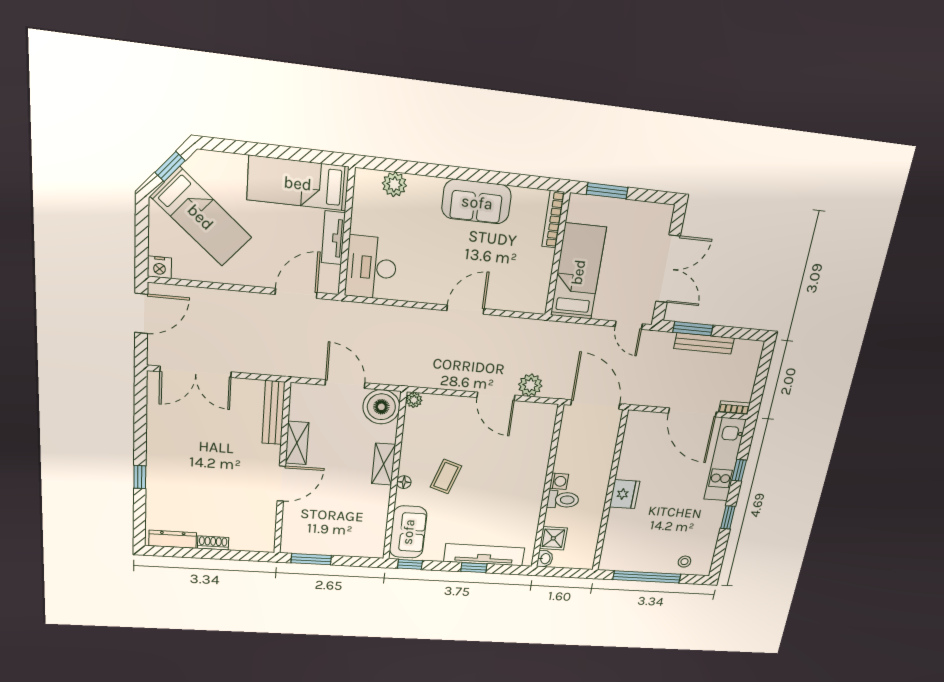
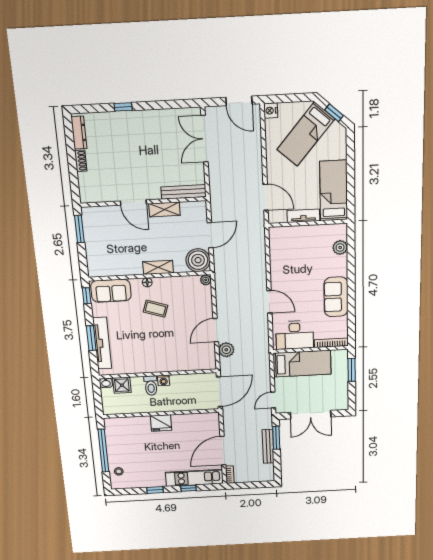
desk: (371, 268) -> (295, 335), moved, turned 180
window: (474, 568) -> (91, 338), width x1.50

